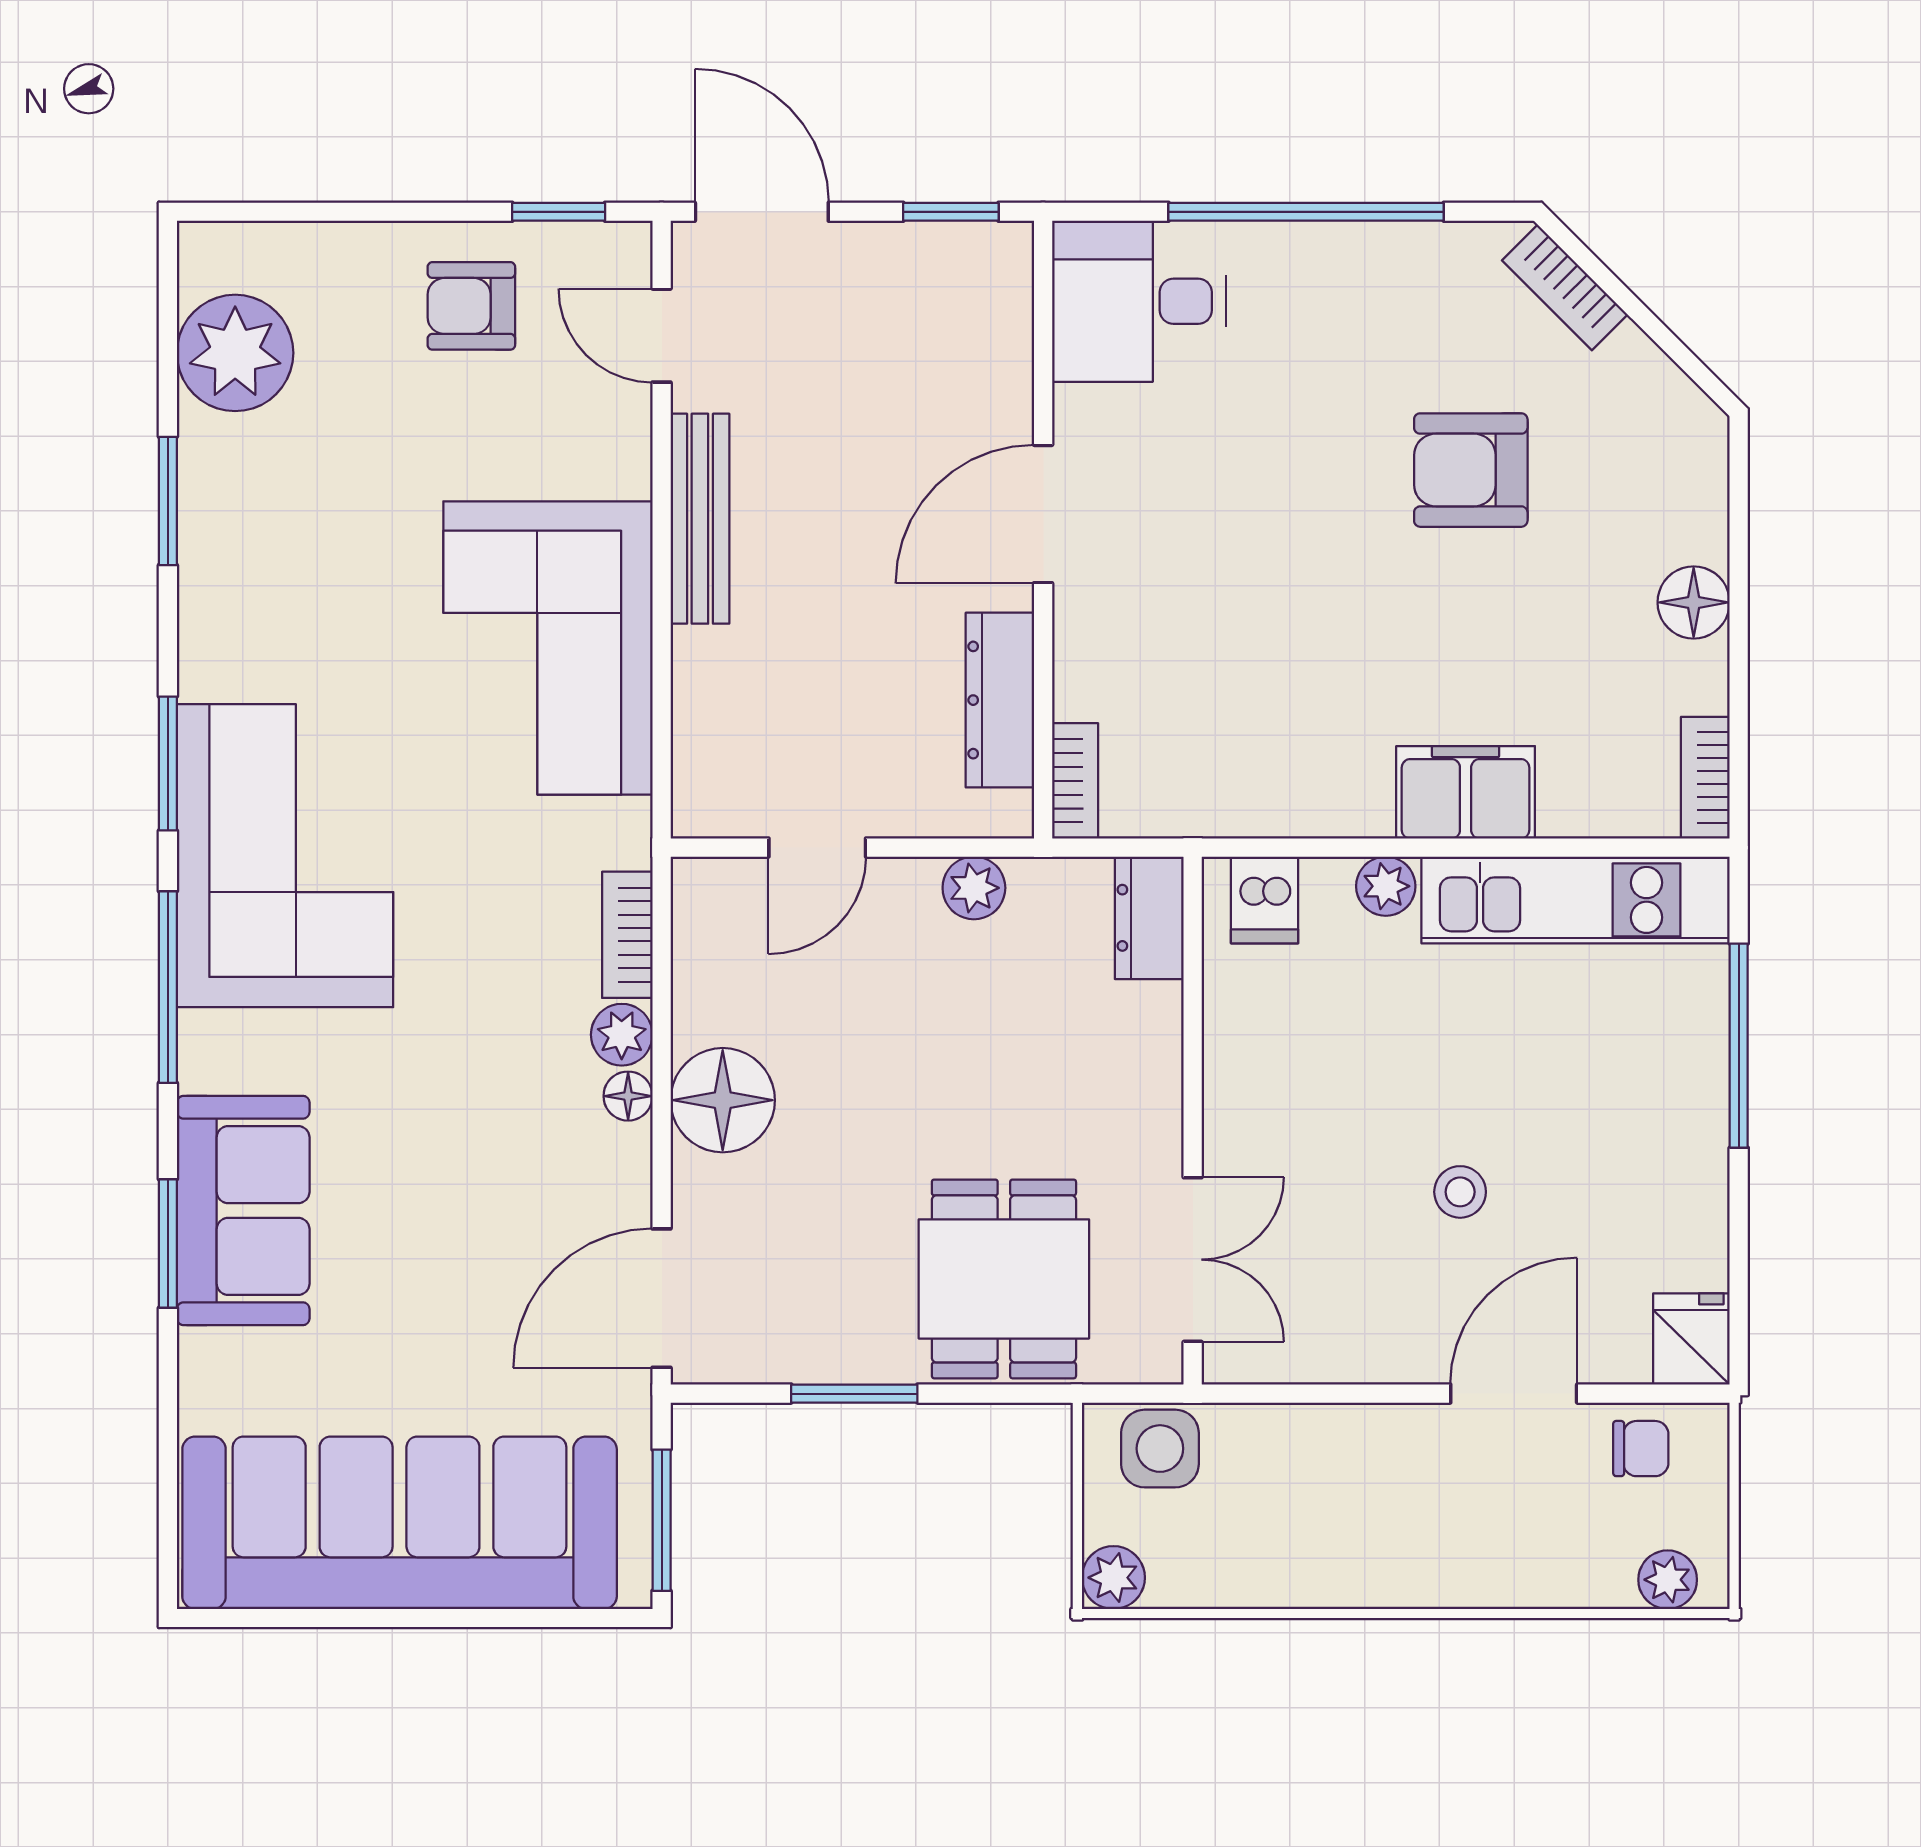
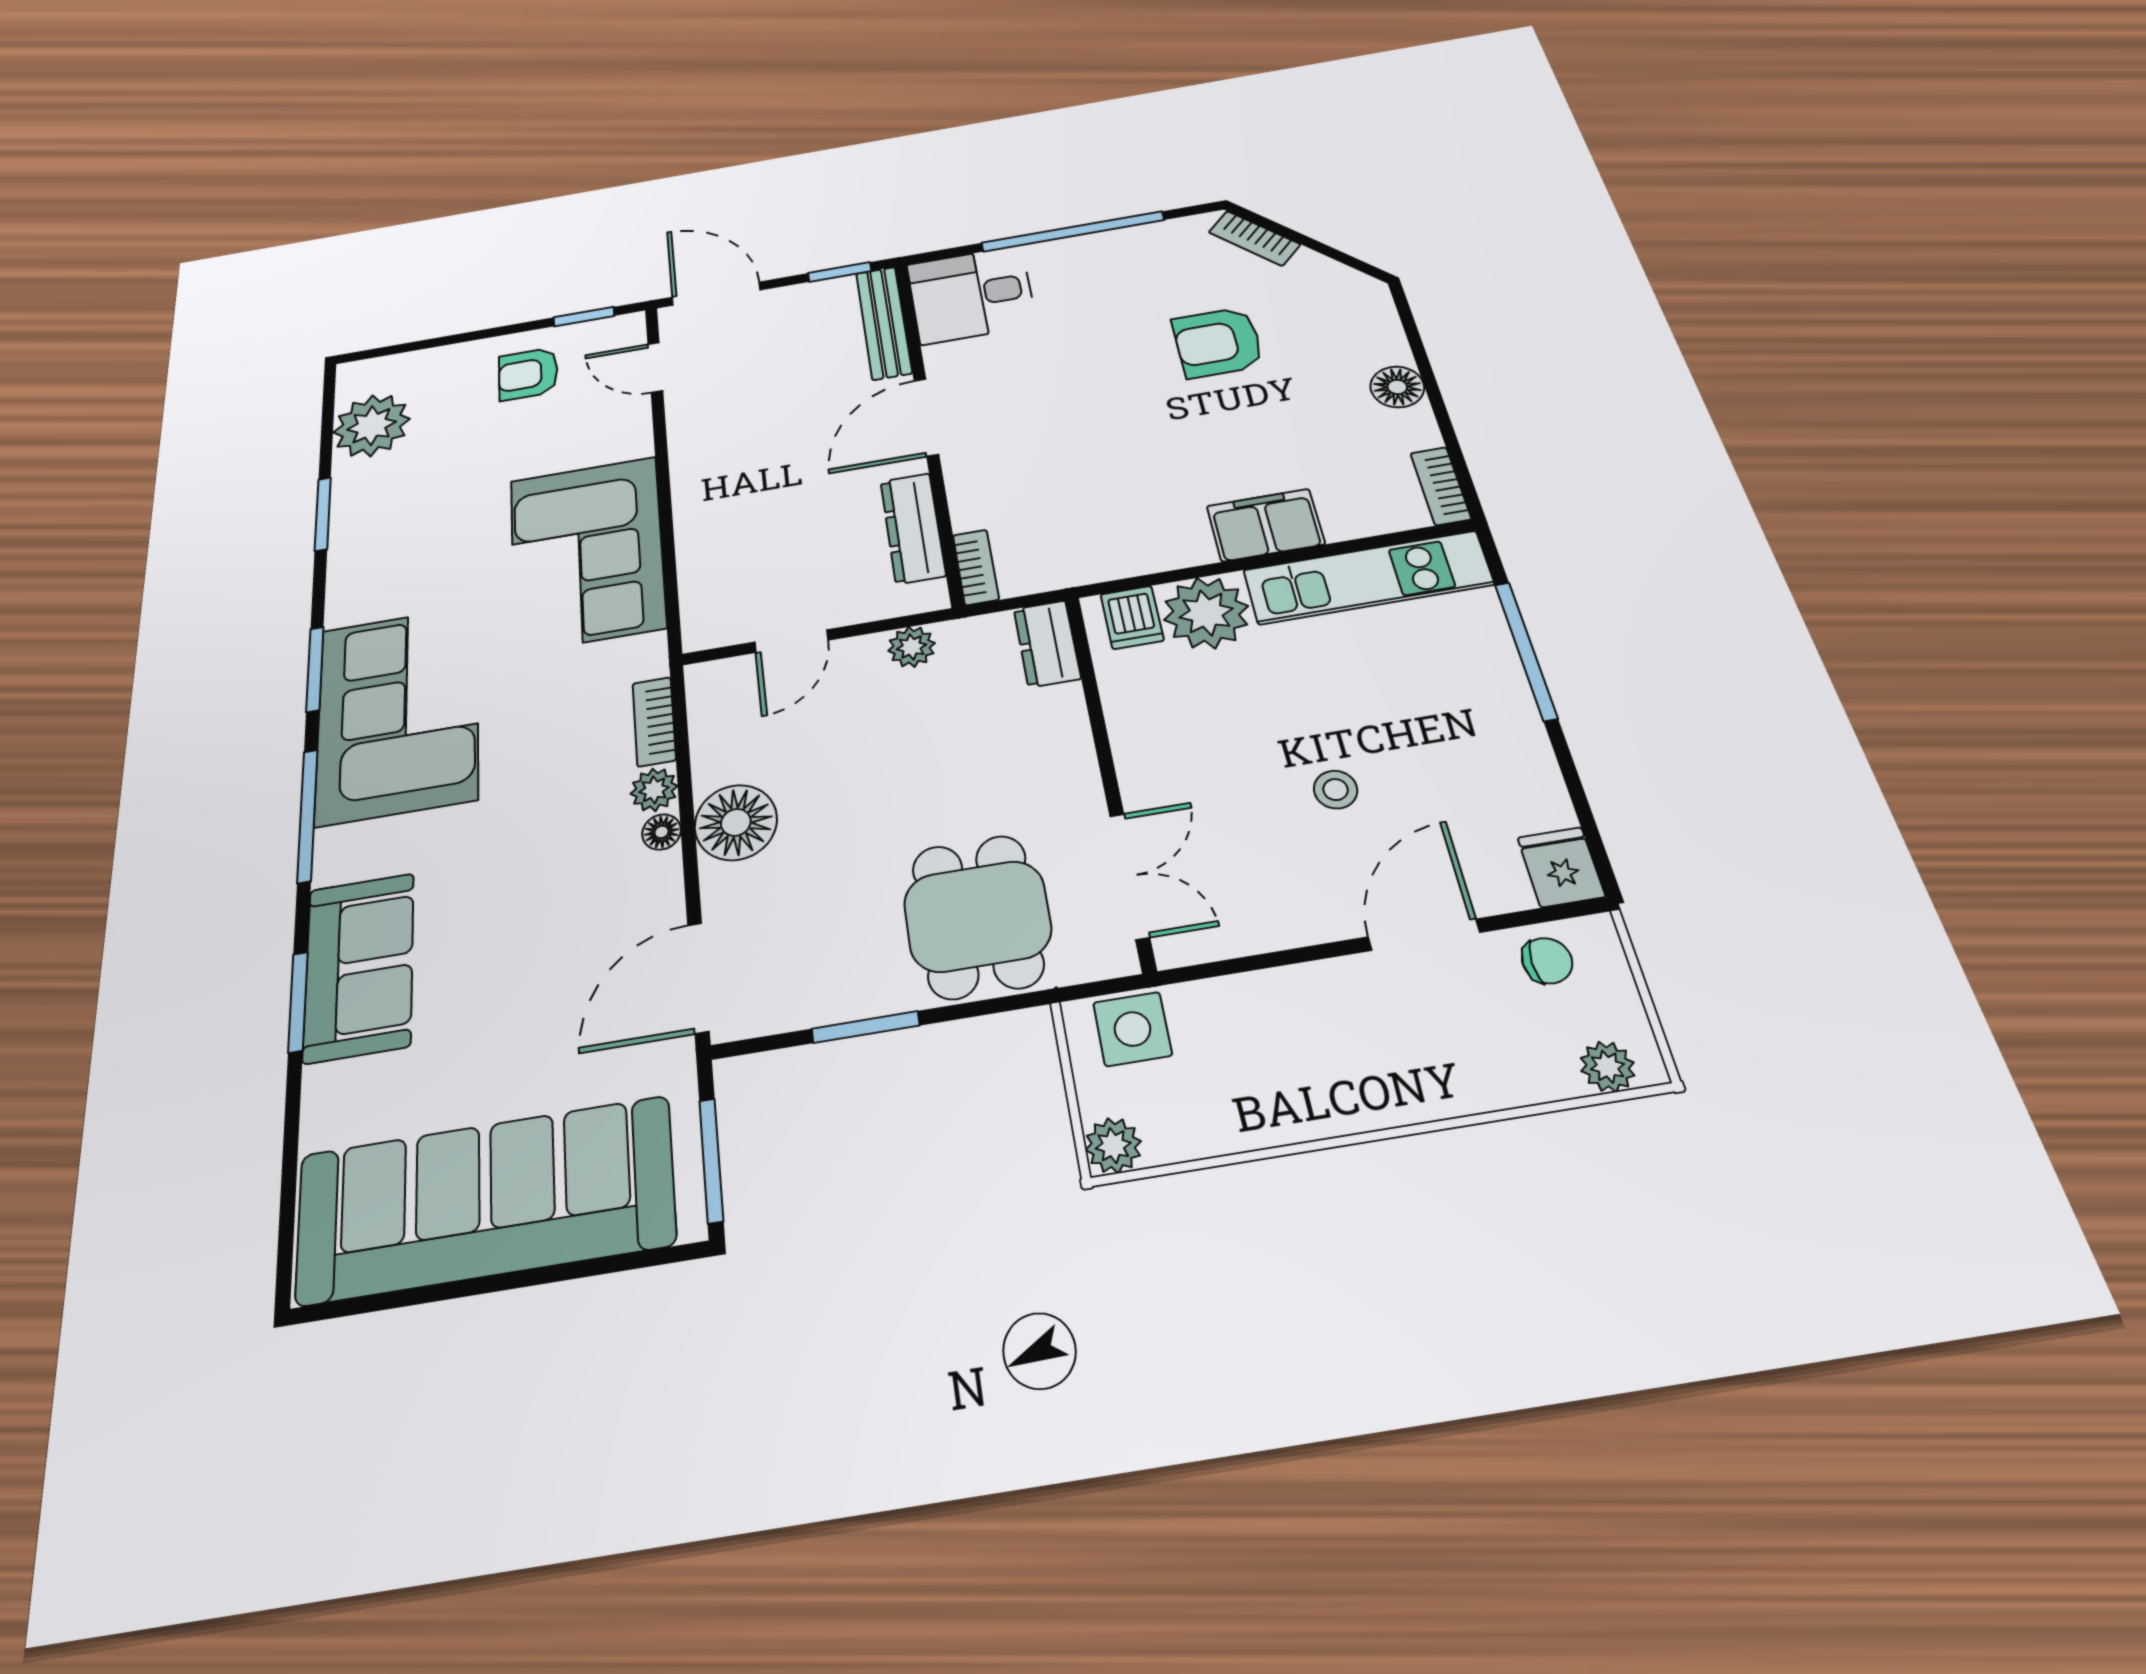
bench: (700, 519) -> (884, 323), moved
plant: (1386, 886) -> (1206, 613), width x1.88, depth x1.88

